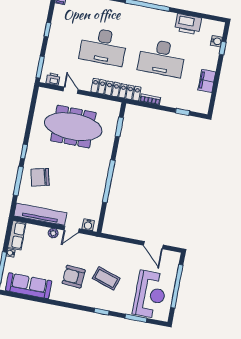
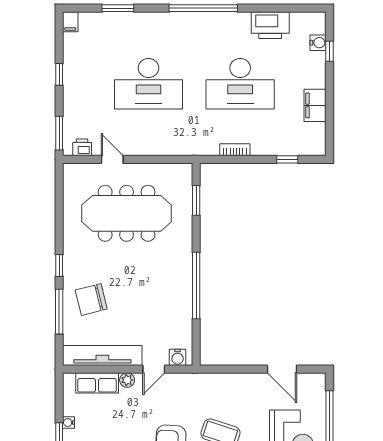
locker: (116, 90) -> (180, 145), removed
row of seats: (17, 235) -> (97, 383), moved, turned 90

